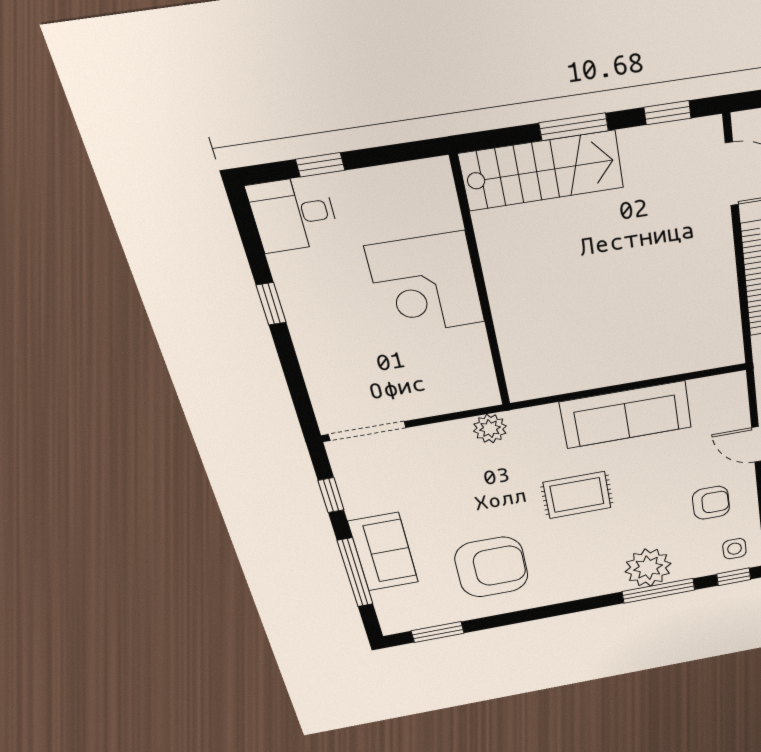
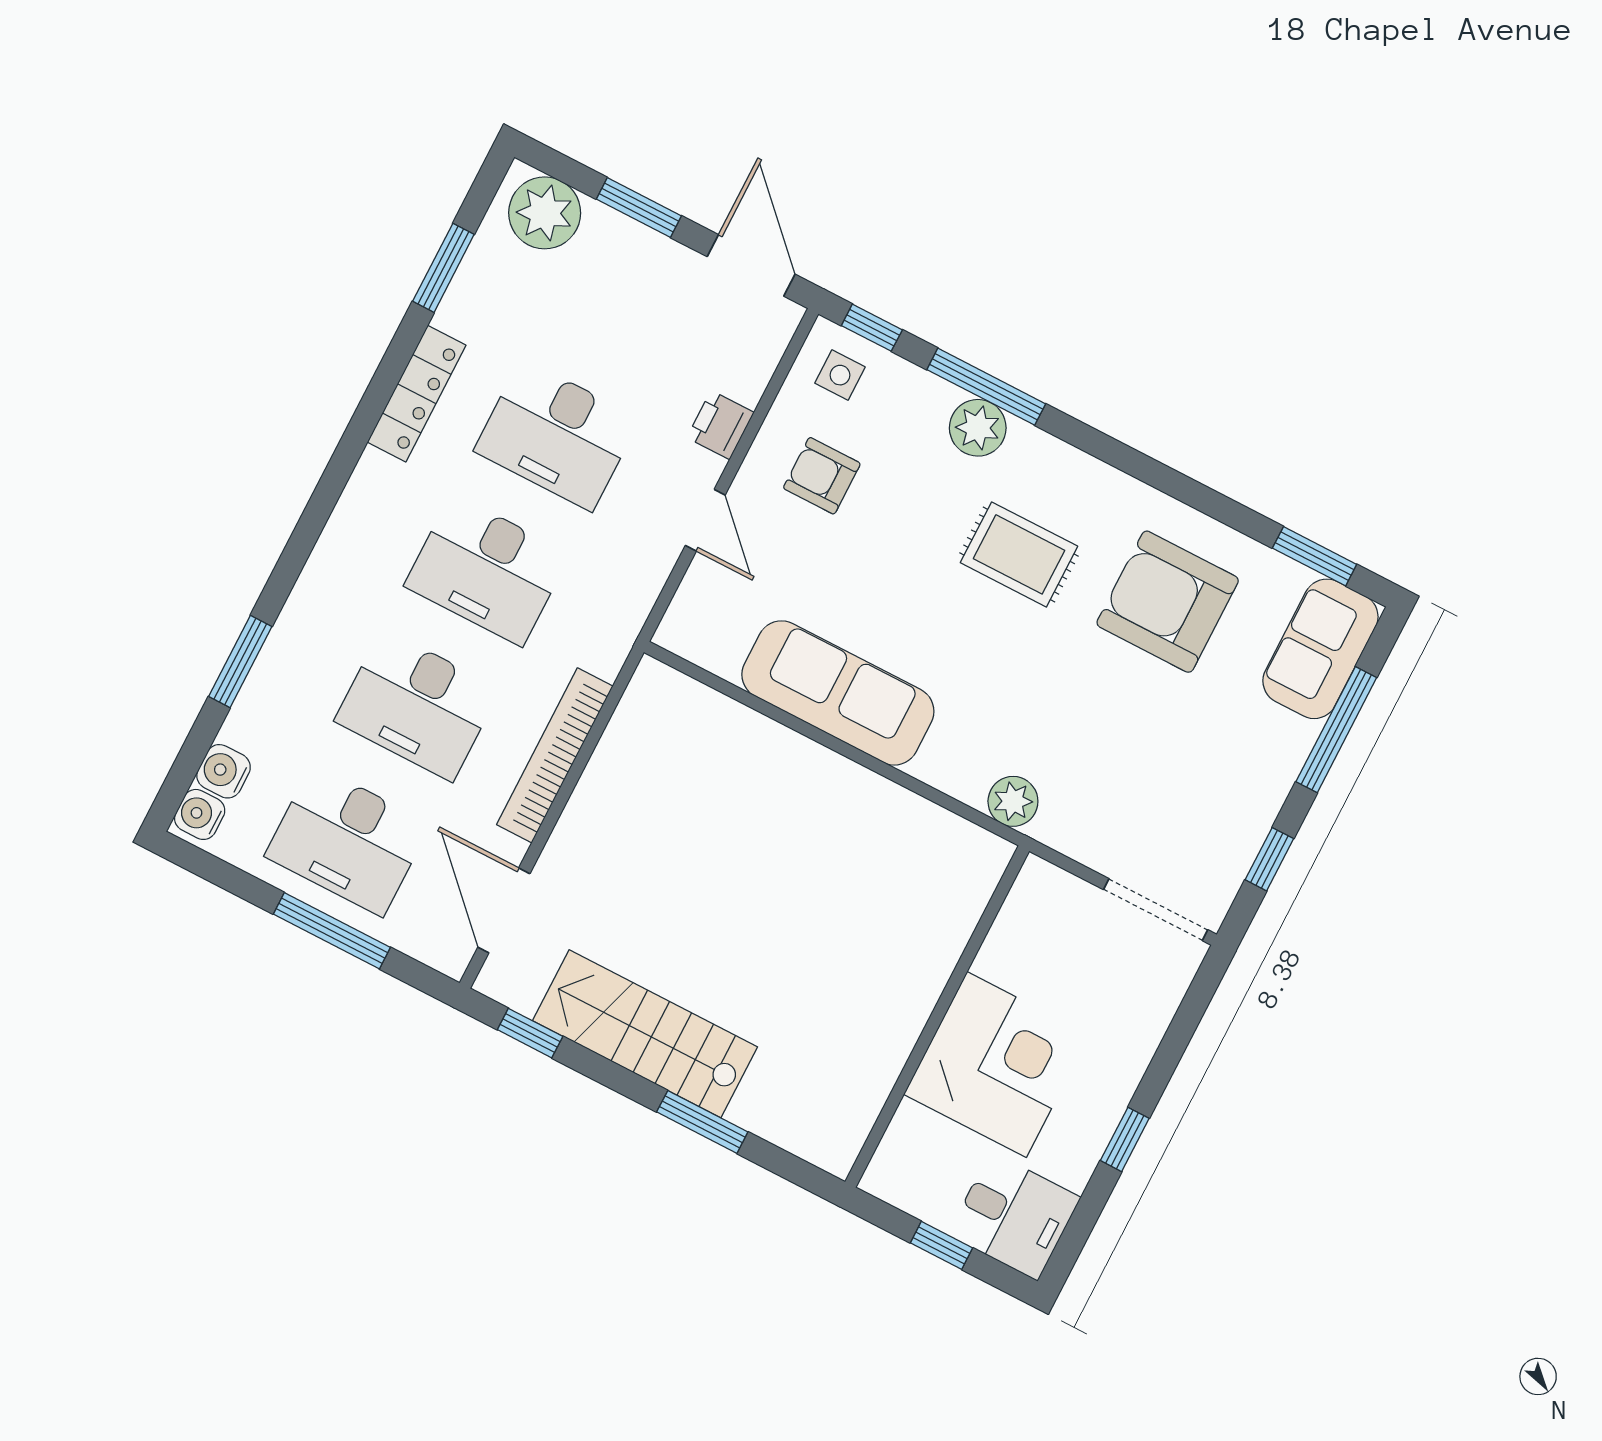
window: (574, 127) -> (702, 1122), moved
stairs: (542, 171) -> (645, 1034), moved
corner desk: (425, 285) -> (997, 1065), moved
wall: (481, 286) -> (937, 1016), moved
rug: (577, 495) -> (1019, 554), moved
sofa: (383, 552) -> (1320, 649), moved
plant: (648, 568) -> (978, 428), width x0.73, depth x0.73

